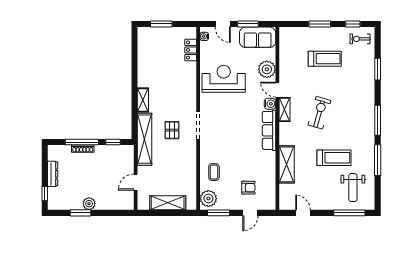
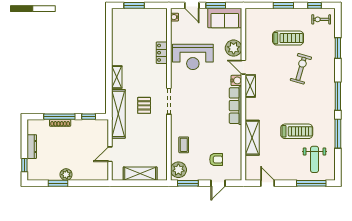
locker: (191, 50) -> (162, 53), moved
reception desk: (224, 79) -> (193, 57), turned 180
exercise bike: (319, 113) -> (301, 69), moved

